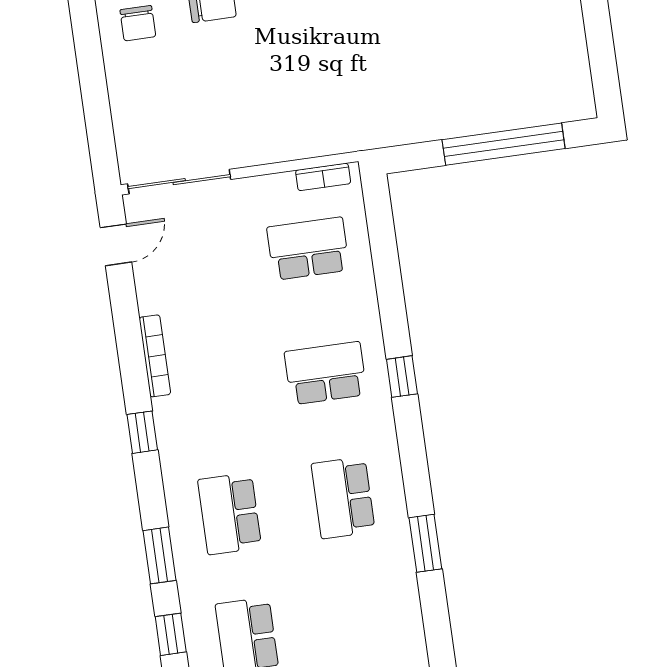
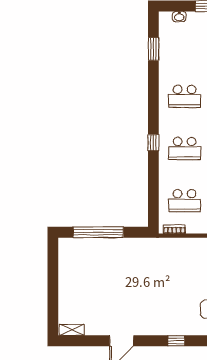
school desk: (343, 498) -> (185, 96), turned 90
window: (425, 543) -> (153, 49), moved

